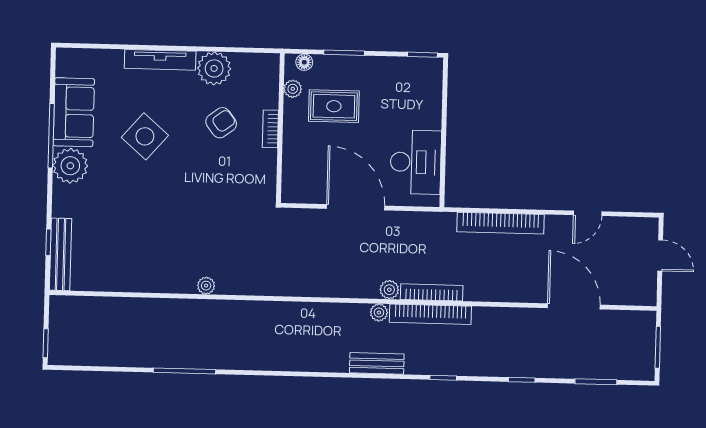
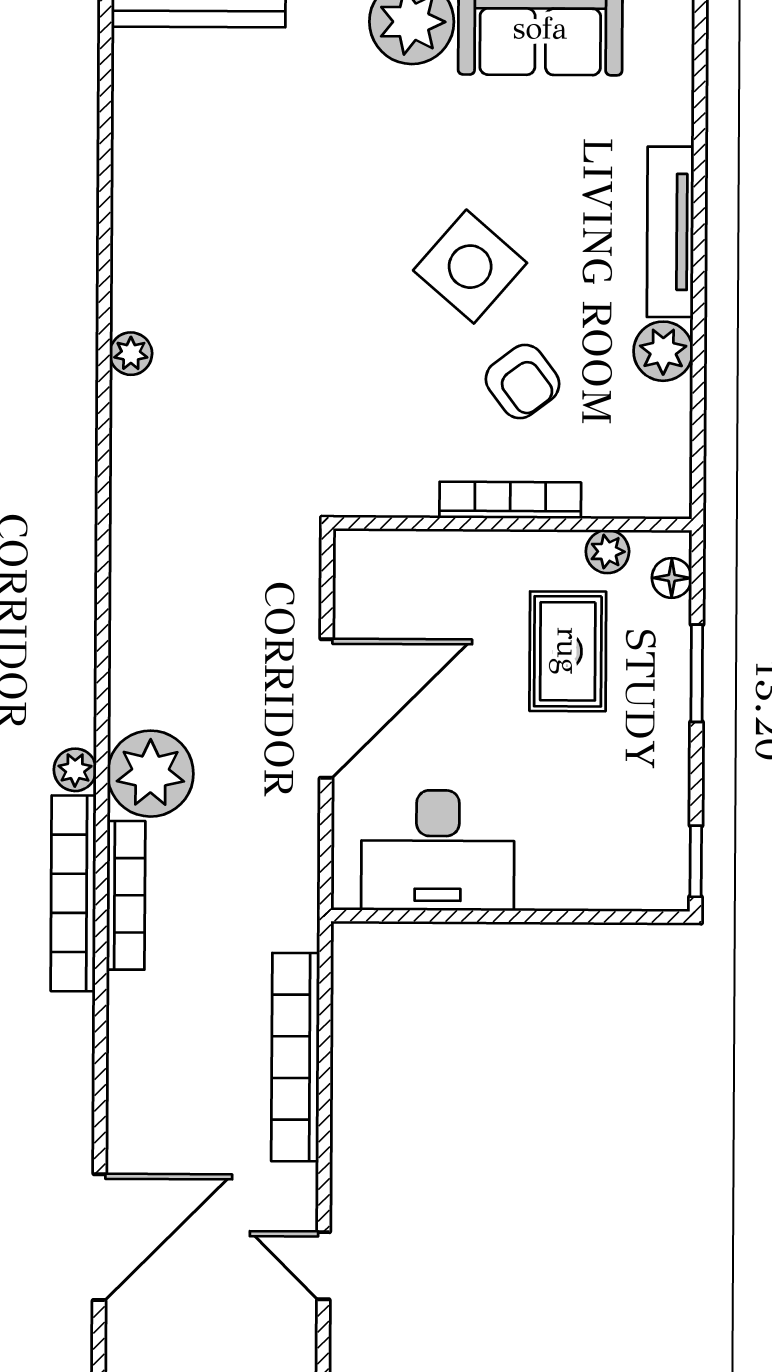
plant: (214, 68) -> (663, 351), width x0.73, depth x0.73
bookcase: (270, 129) -> (510, 500), width x1.56
side table: (145, 136) -> (470, 267), moved
plant: (389, 290) -> (150, 774), width x1.87, depth x1.87

